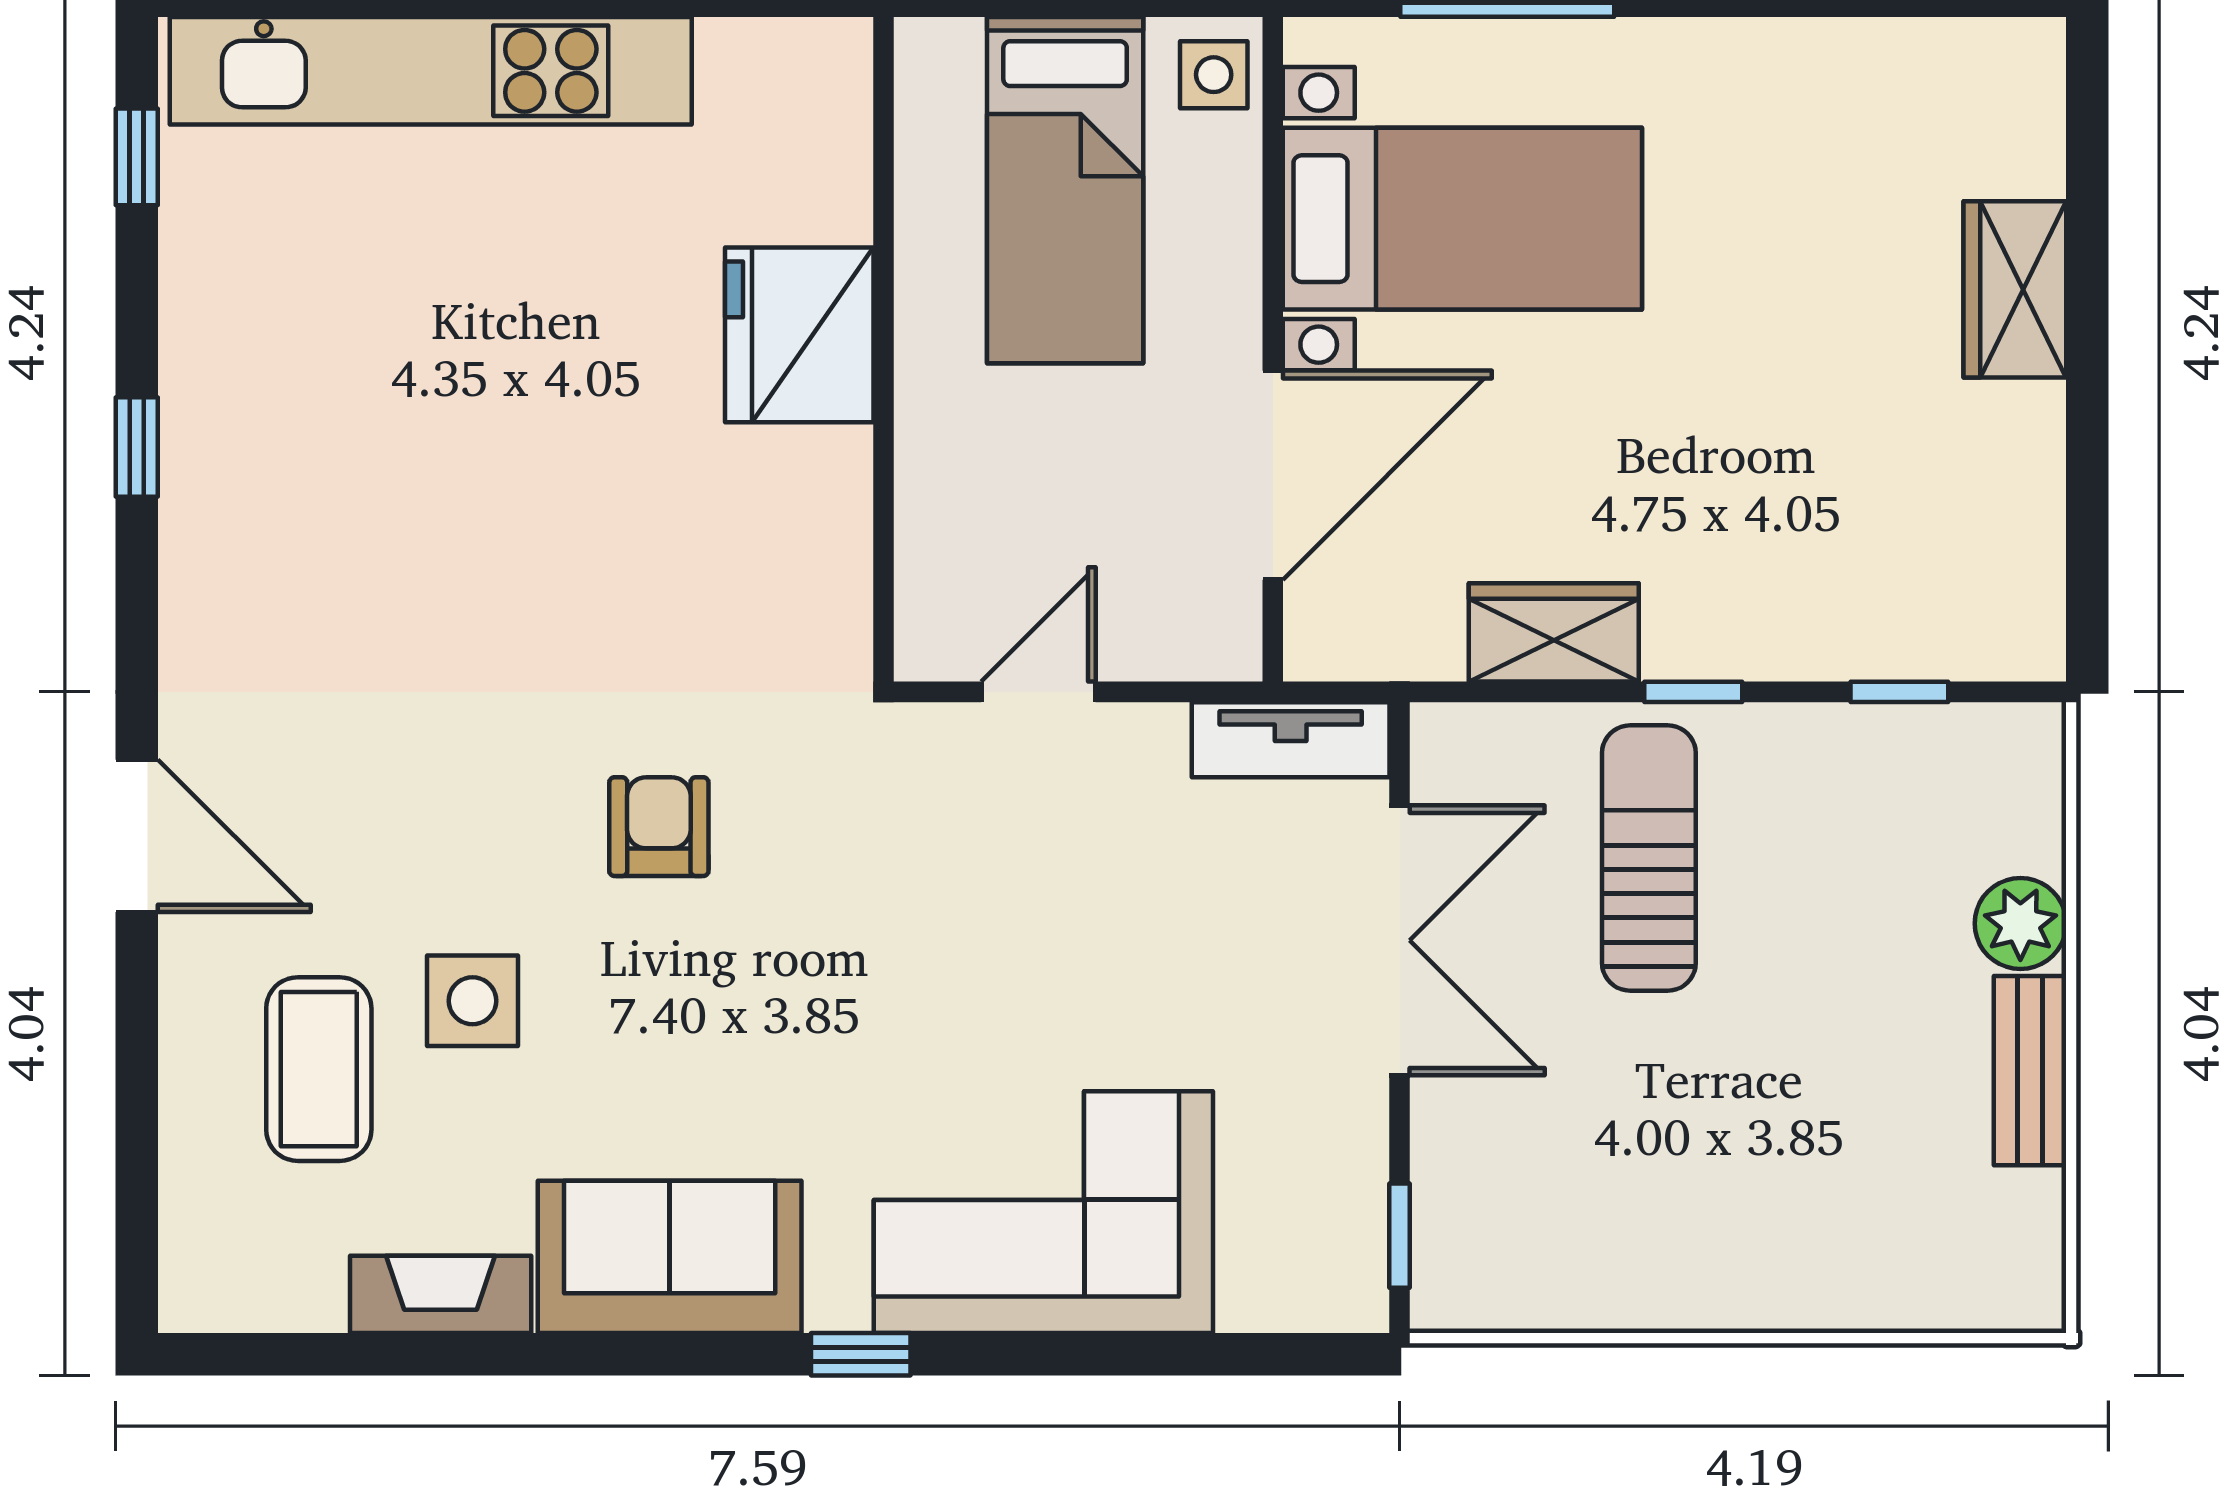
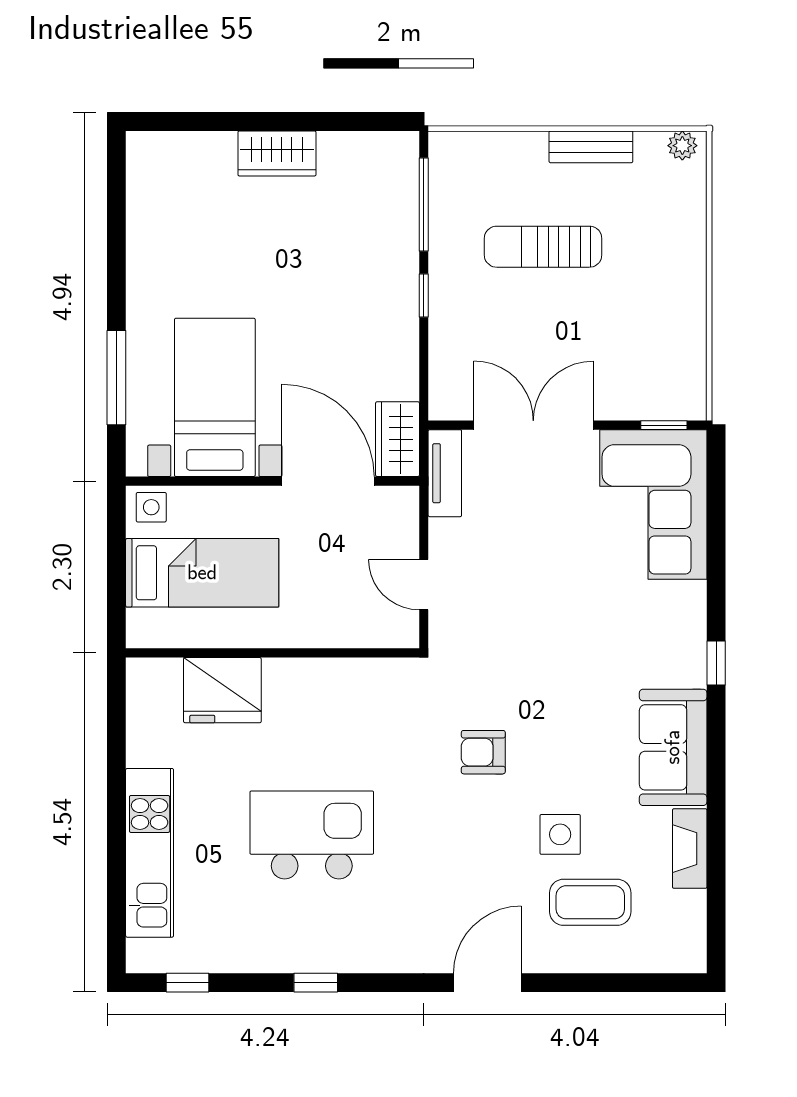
kitchen unit: (431, 71) -> (150, 853), width x0.73
wardrobe: (2015, 289) -> (277, 153), moved
fridge: (799, 335) -> (222, 690), moved
kitchen island: (471, 438) -> (312, 835), added
wardrobe: (1554, 632) -> (397, 439), moved
window: (1899, 692) -> (424, 204), width x2.17
sun lounger: (1649, 858) -> (543, 247), moved
plant: (2020, 924) -> (682, 146), moved, width x0.73, depth x0.73
corner sofa: (1043, 1212) -> (653, 504), moved

